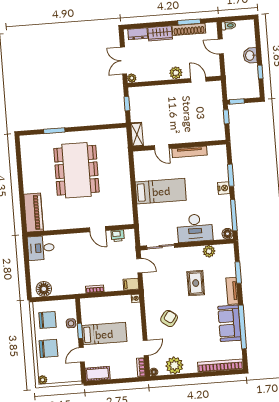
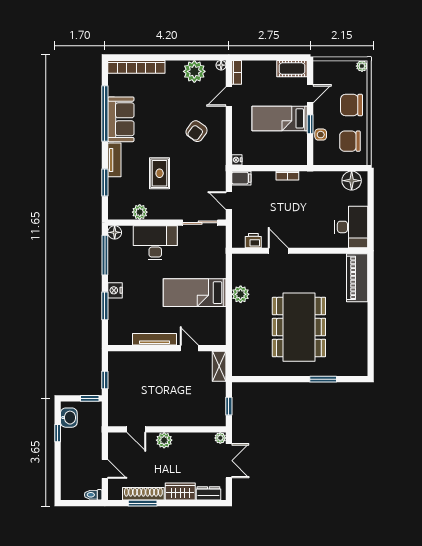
washbasin: (250, 56) -> (69, 418), moved
plant: (125, 193) -> (241, 294), added
desk: (41, 248) -> (351, 227), width x1.37

